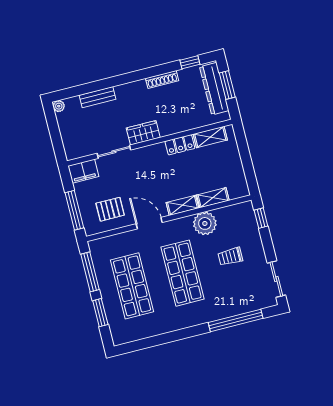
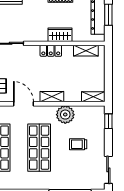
wardrobe: (143, 133) -> (60, 35), moved
locker: (180, 145) -> (51, 51), moved
shelving: (213, 198) -> (93, 97), moved

